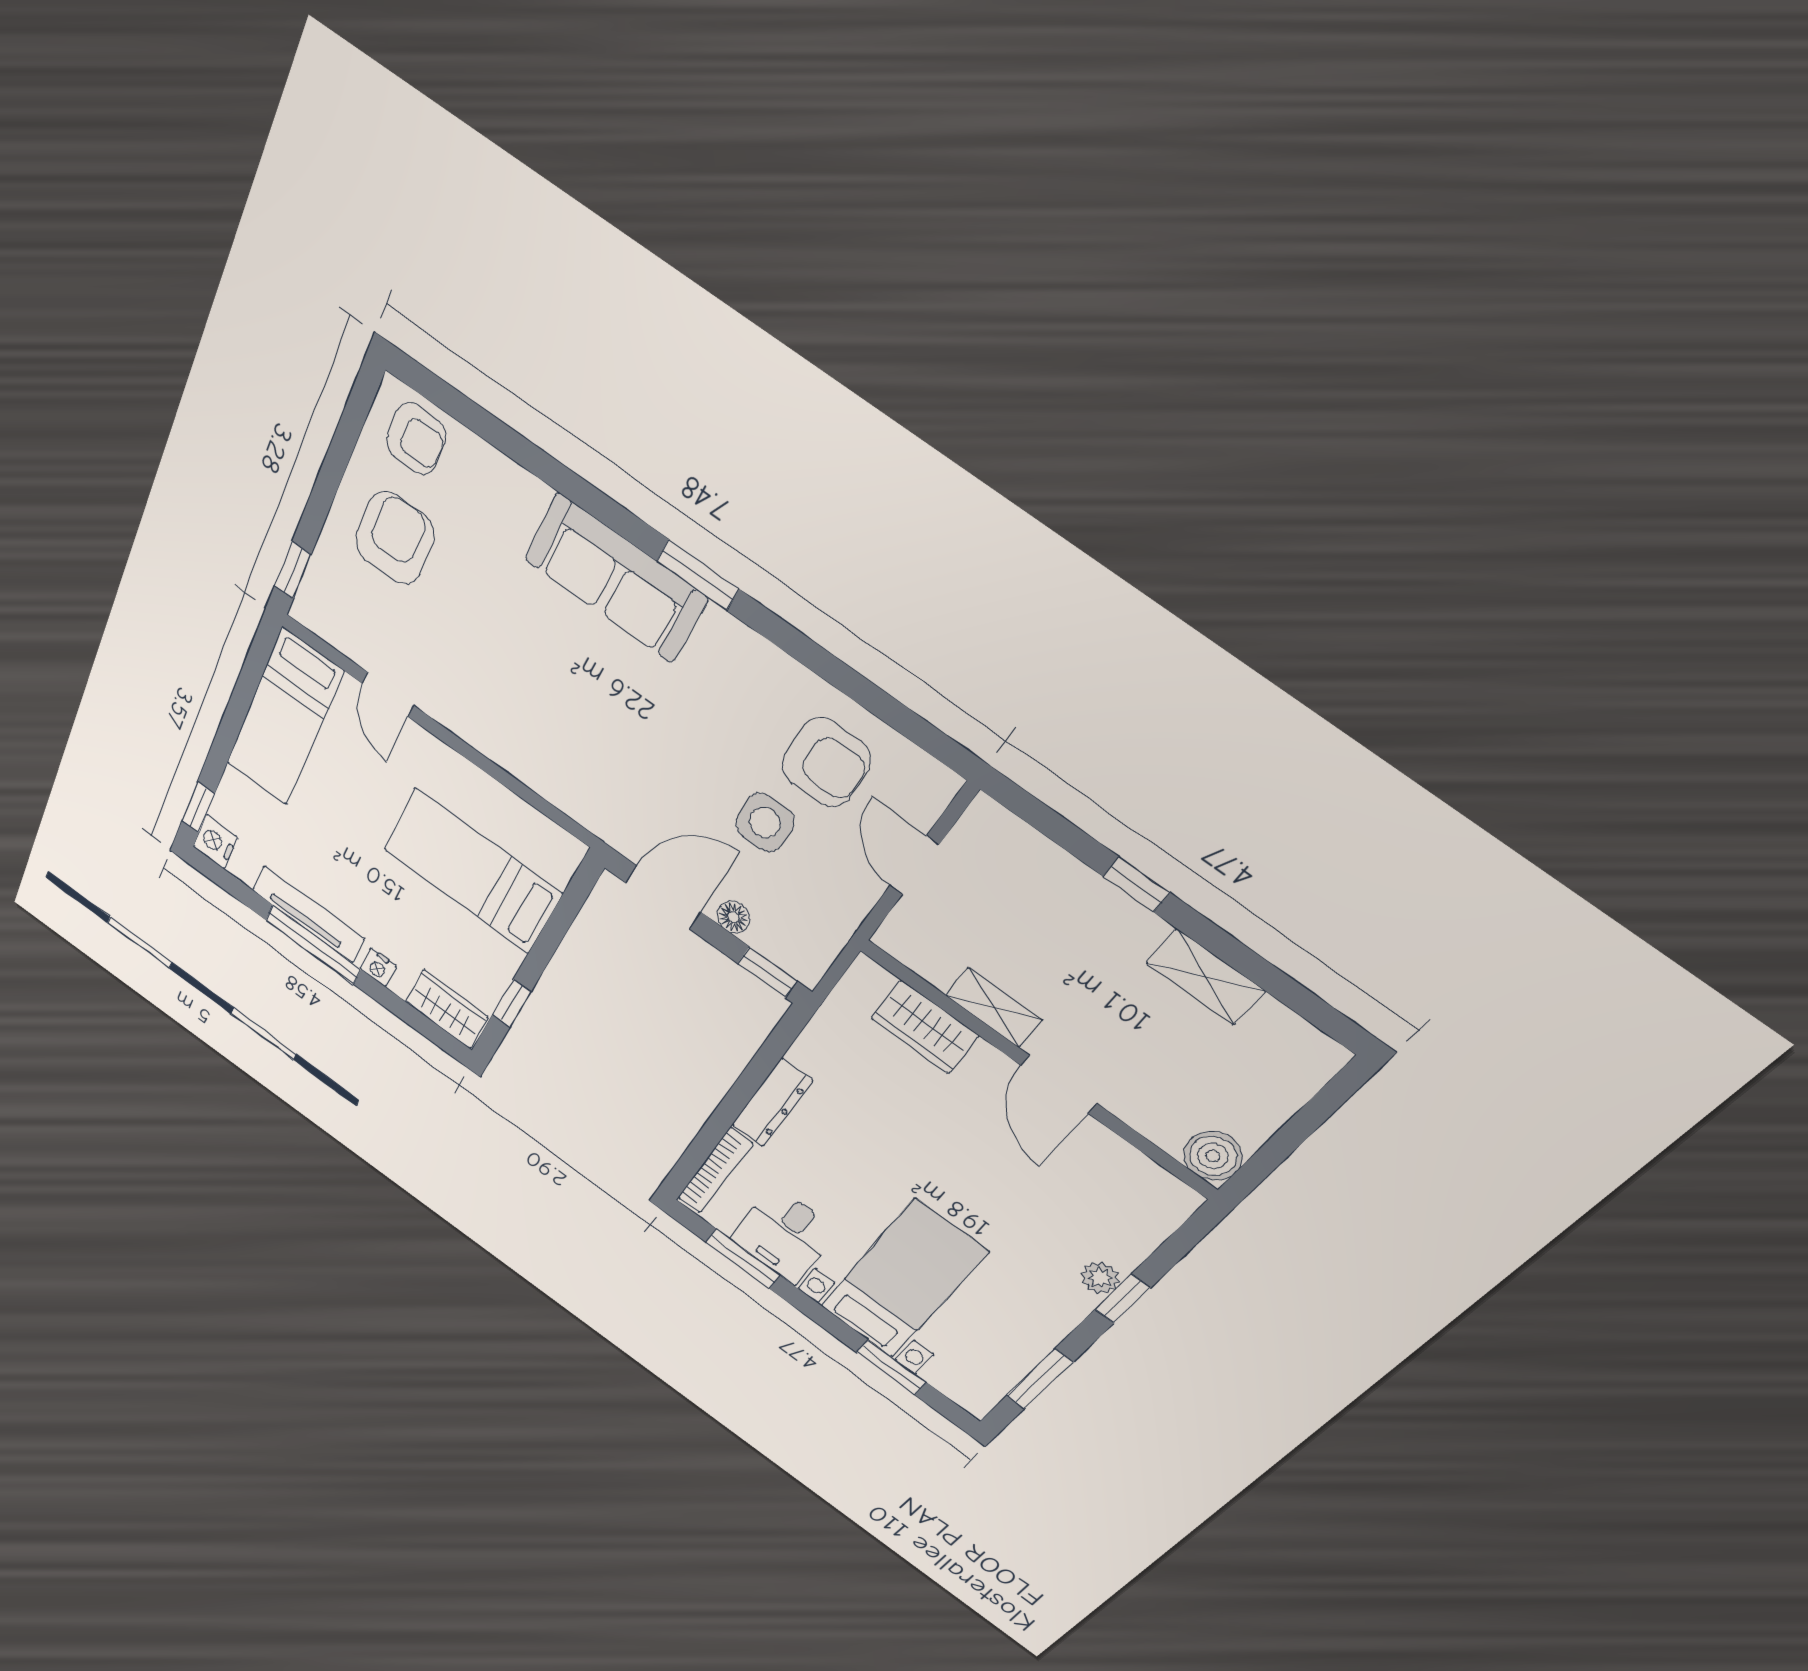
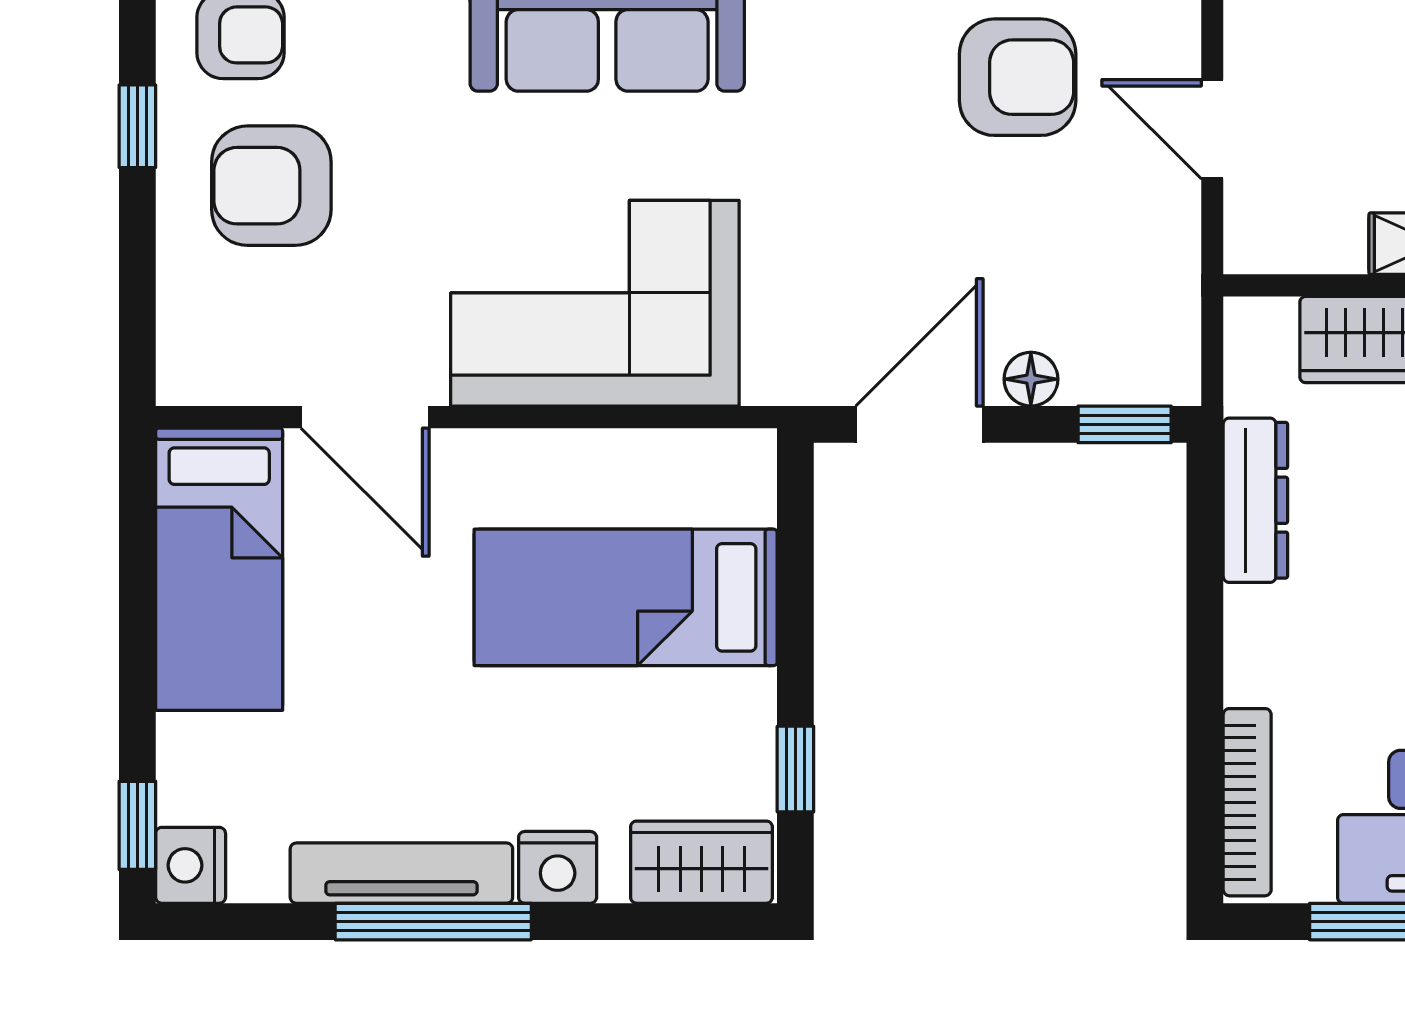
armchair: (395, 538) -> (271, 186), turned -90
window: (293, 570) -> (137, 126), moved
door: (388, 694) -> (365, 417), width x1.38
corner sofa: (532, 720) -> (595, 303), added
side table: (765, 822) -> (990, 214), removed
nightstand: (378, 967) -> (558, 867), width x1.39, depth x1.35
dresser: (772, 1103) -> (1255, 500), moved

